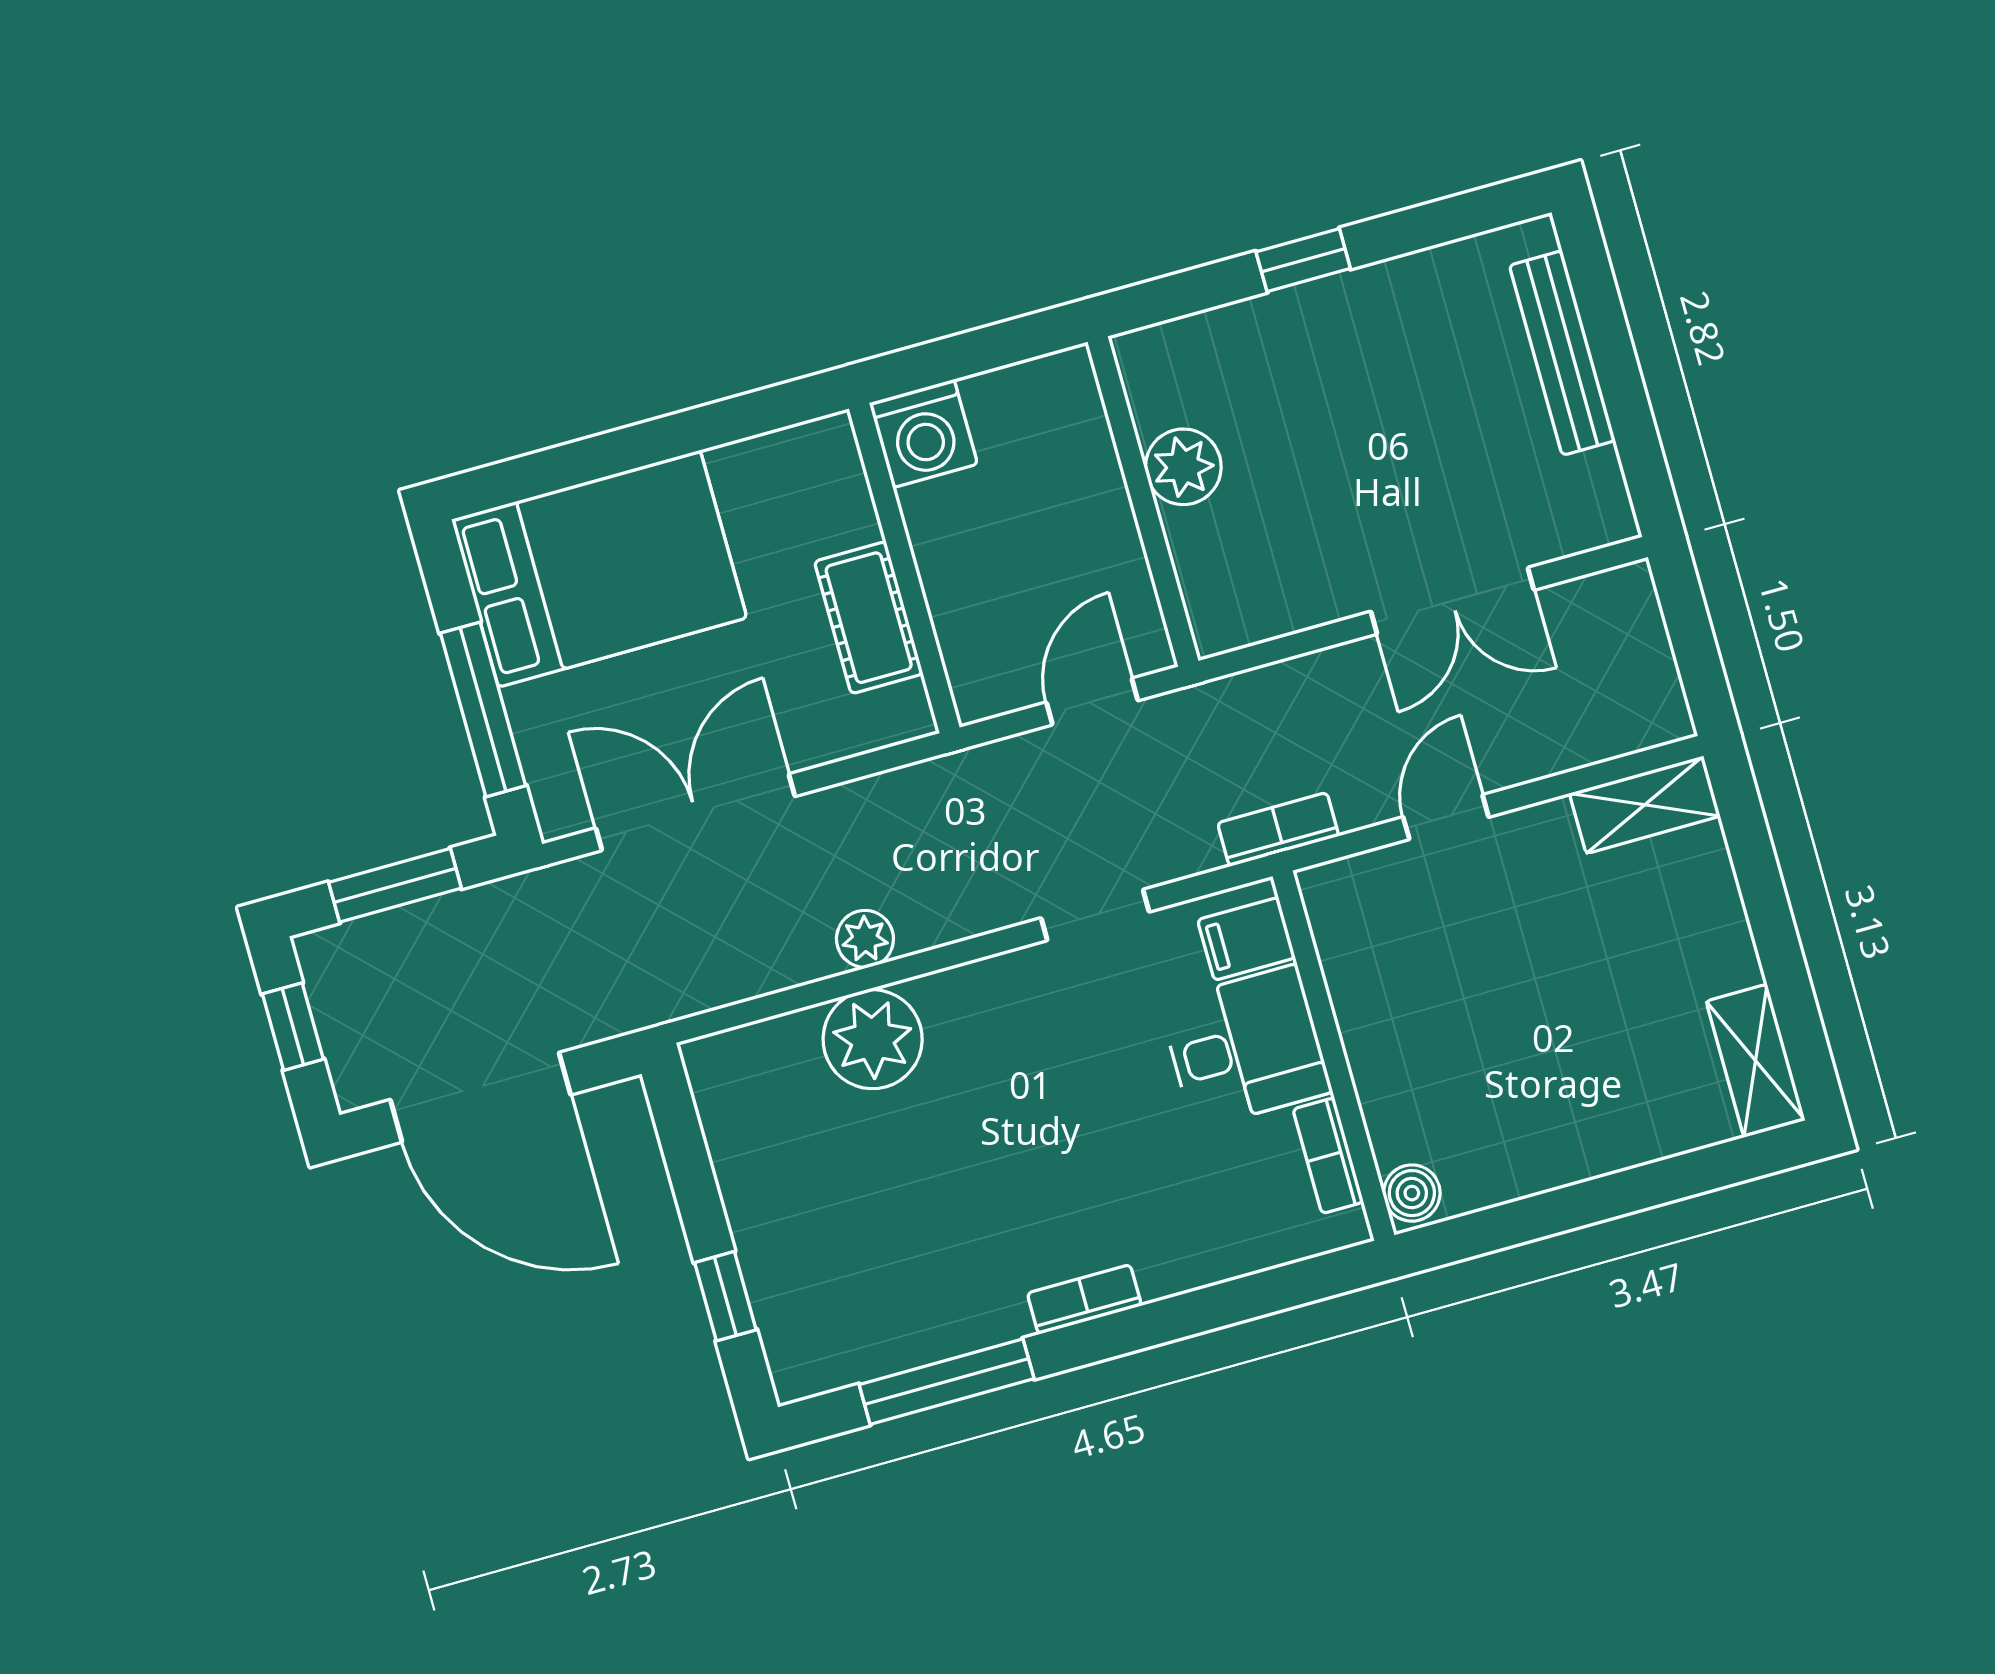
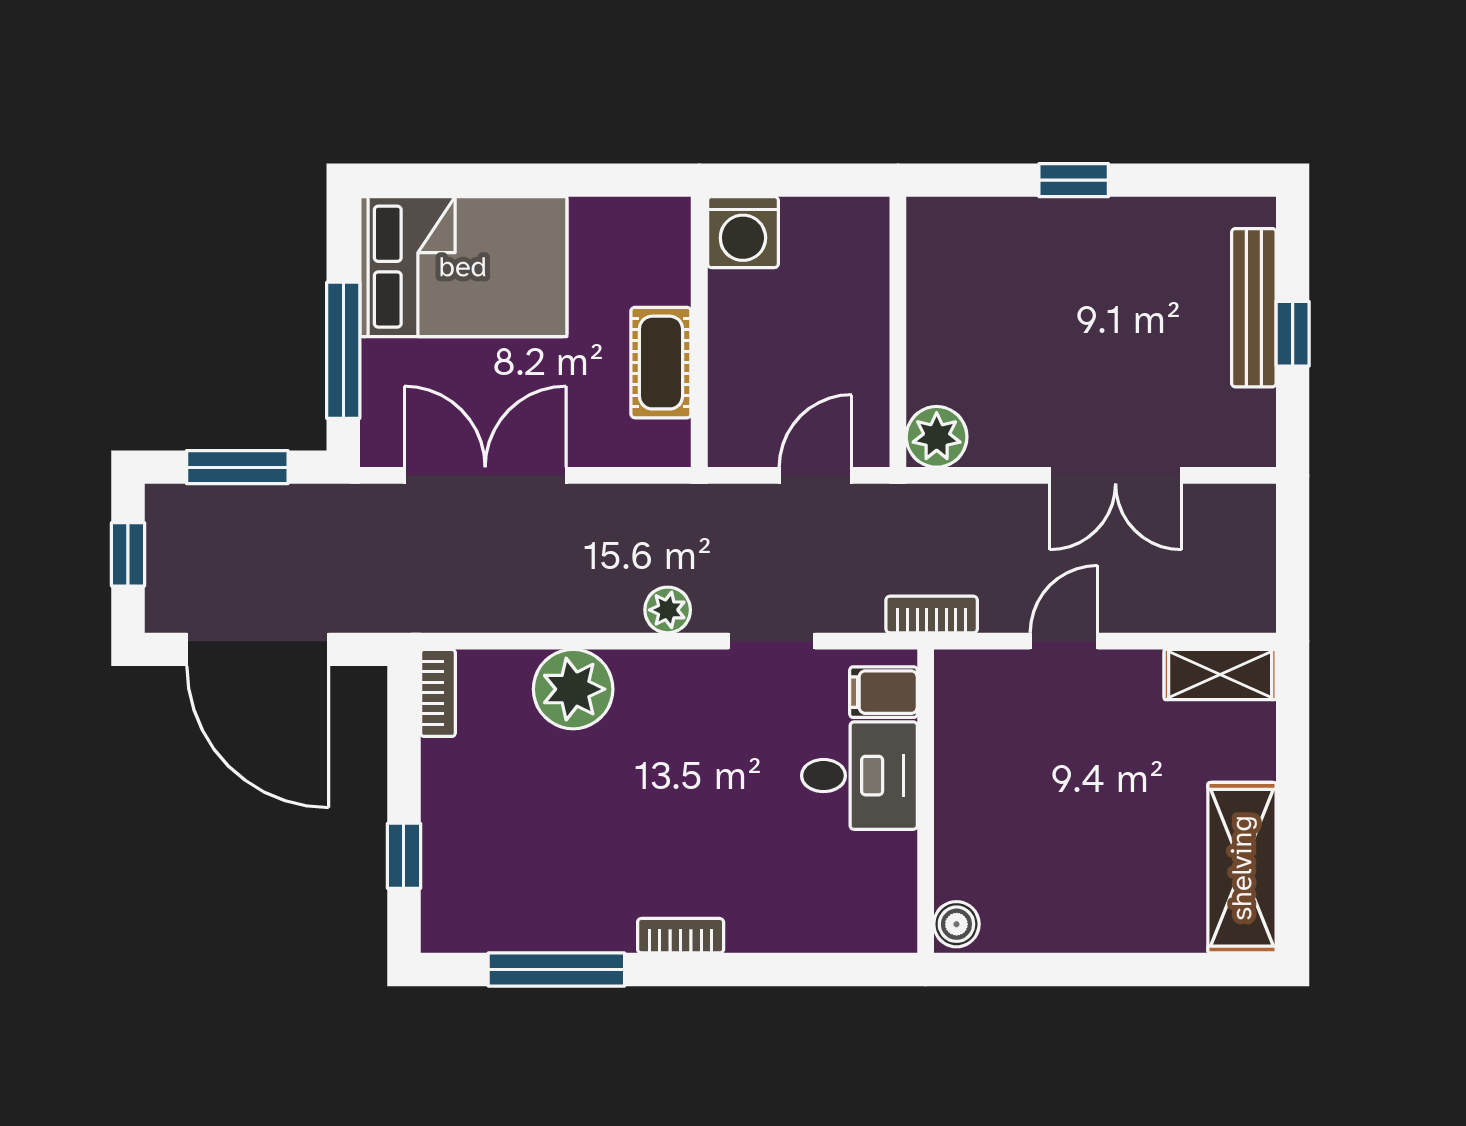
window: (1618, 371) -> (1293, 334), added
plant: (1183, 467) -> (937, 437), moved
plant: (865, 939) -> (668, 610), moved
shelving: (1756, 1061) -> (1242, 868), width x1.50, depth x1.33
bookcase: (1328, 1156) -> (438, 693), moved, turned 180

